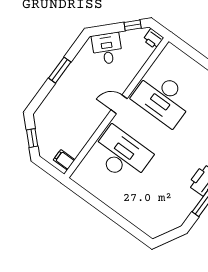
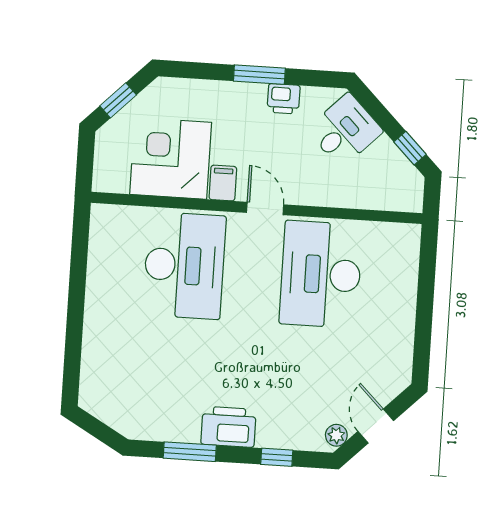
printer: (153, 39) -> (284, 99), moved, turned -90
corner desk: (72, 131) -> (171, 158), added
filing cabinet: (64, 160) -> (223, 183), moved

